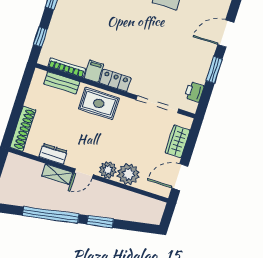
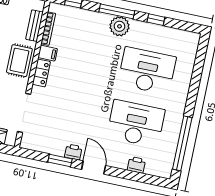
printer: (194, 92) -> (73, 152), moved

